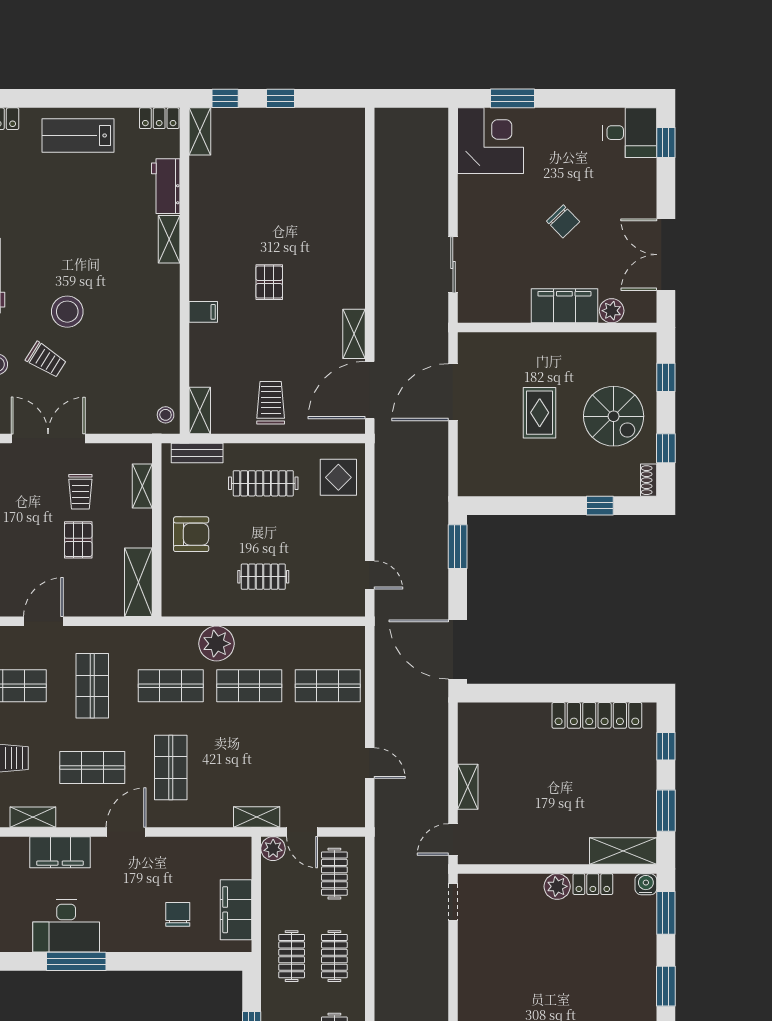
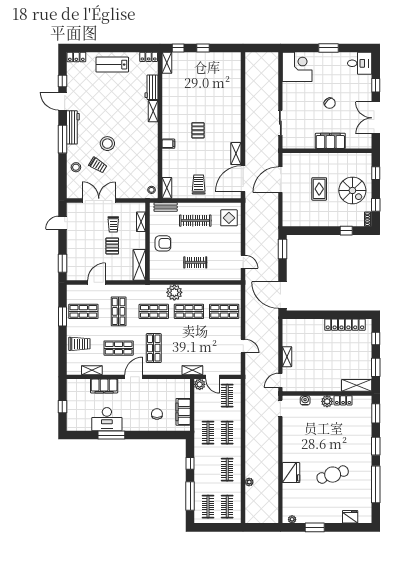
window: (512, 98) -> (329, 48), moved
window: (666, 142) -> (376, 85), moved
plant: (612, 311) -> (352, 143), removed
water cooler: (646, 884) -> (305, 400), moved

